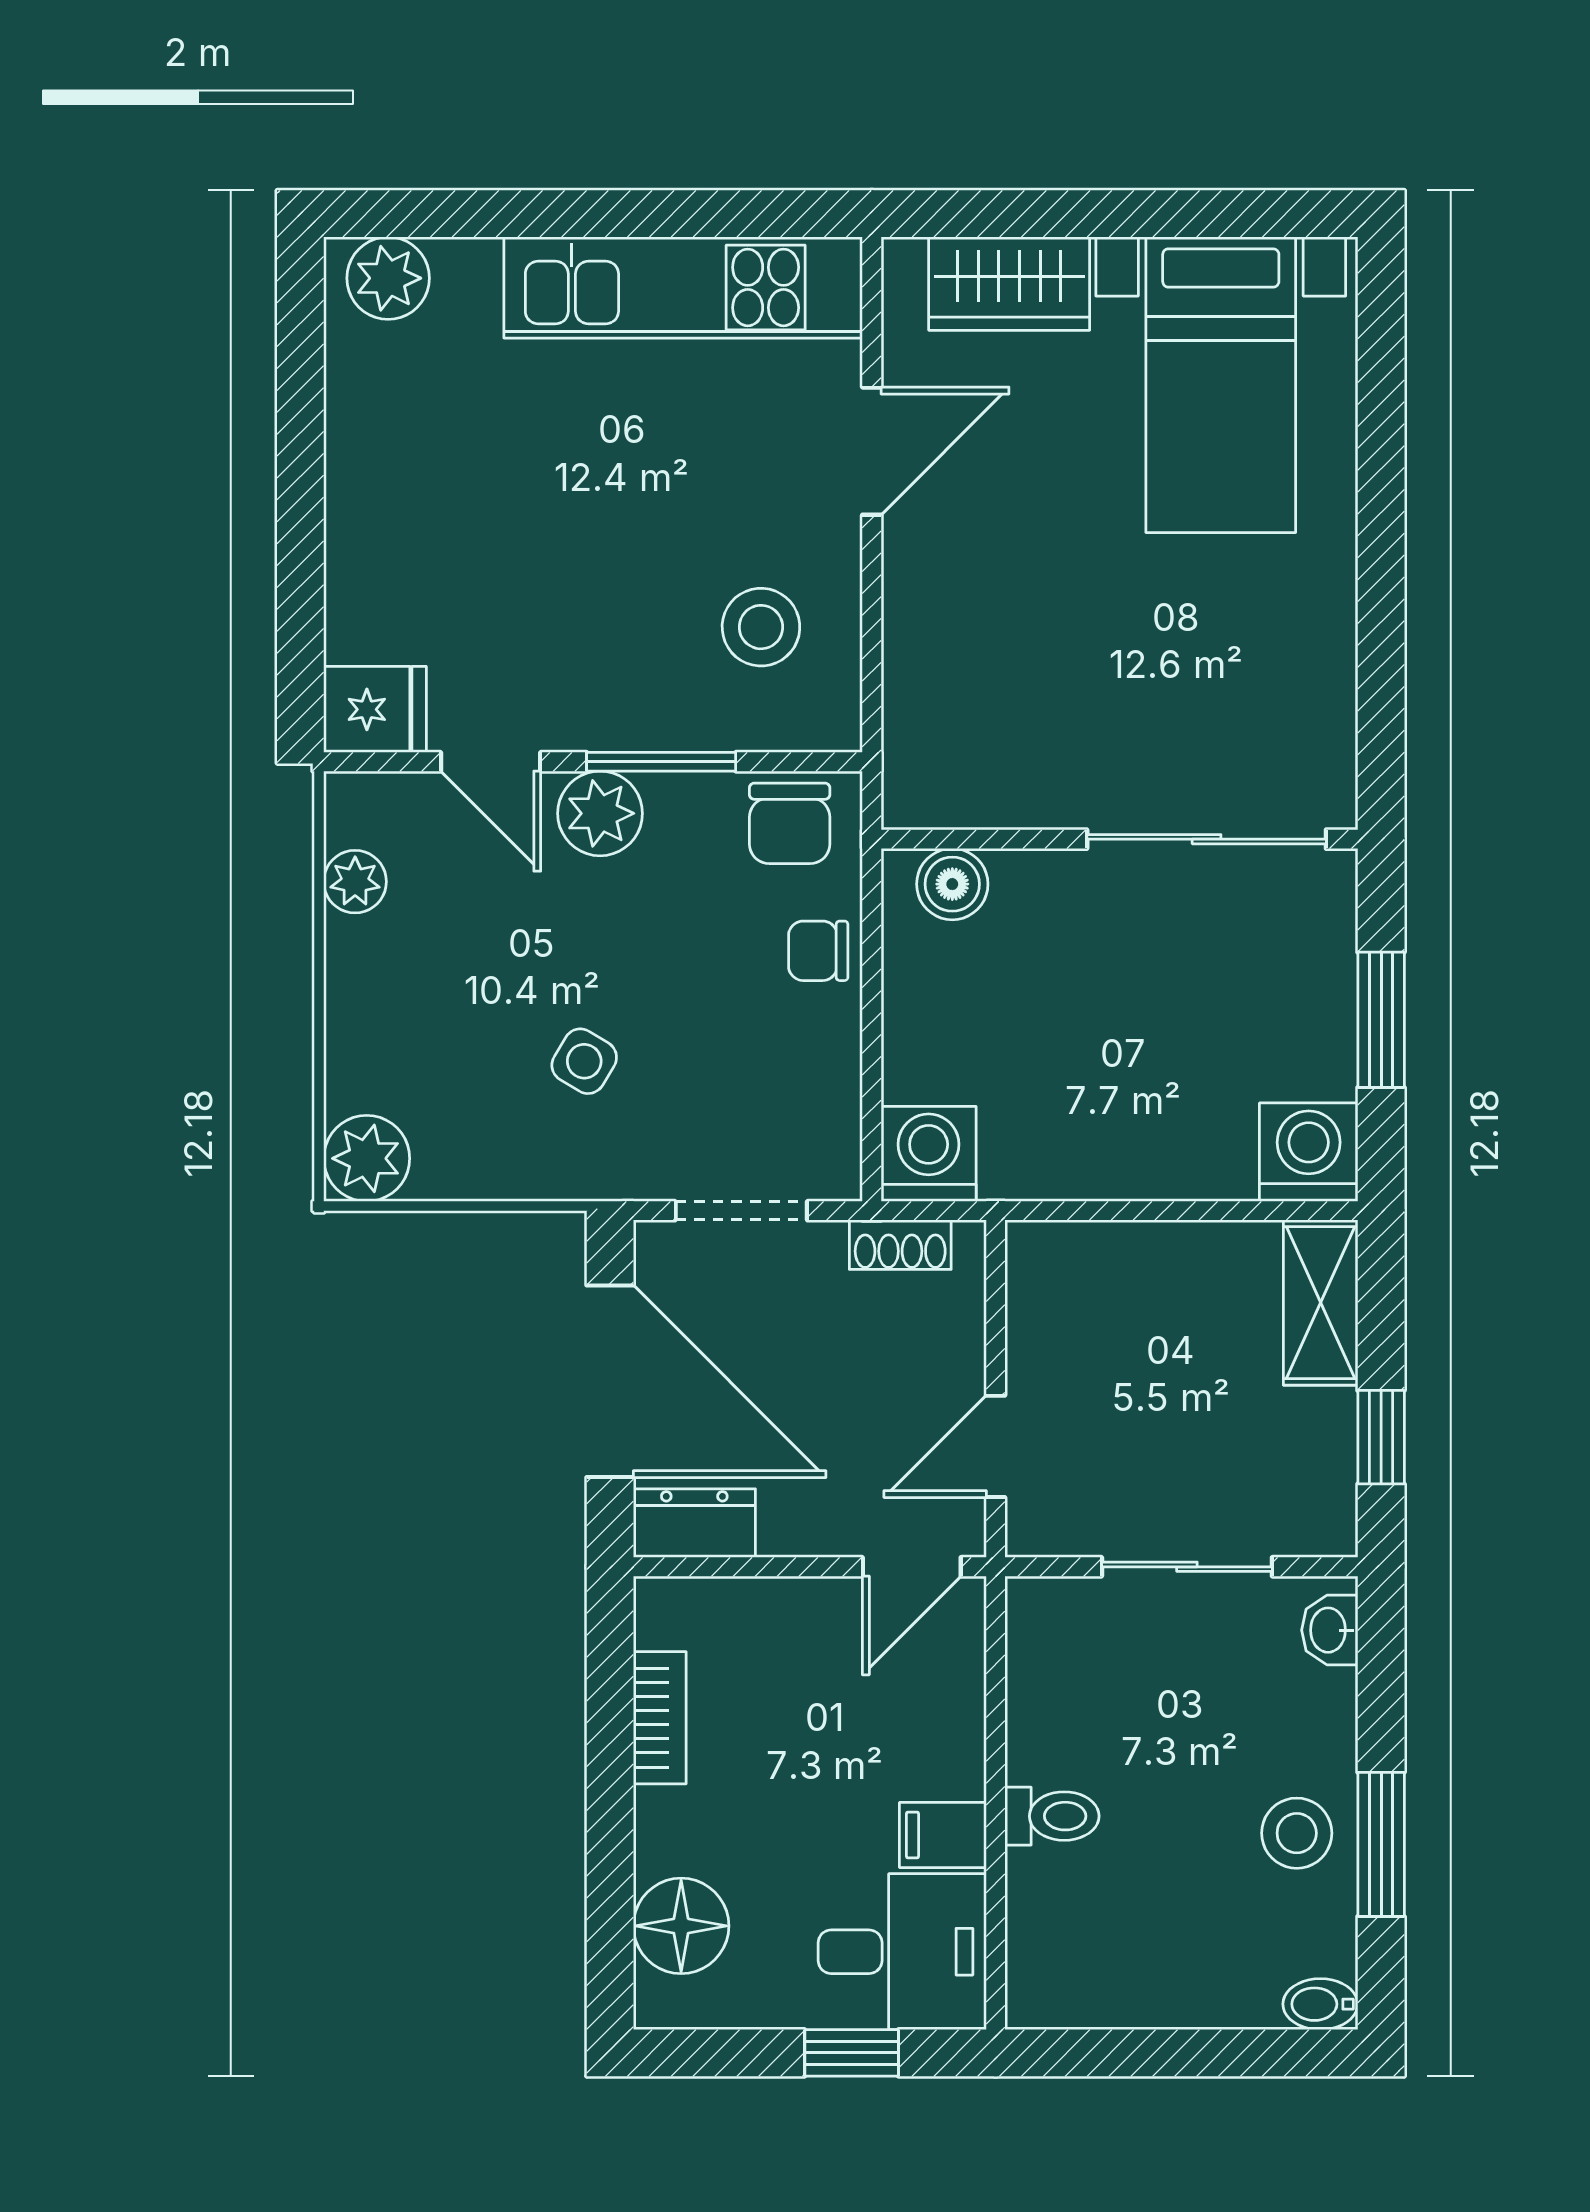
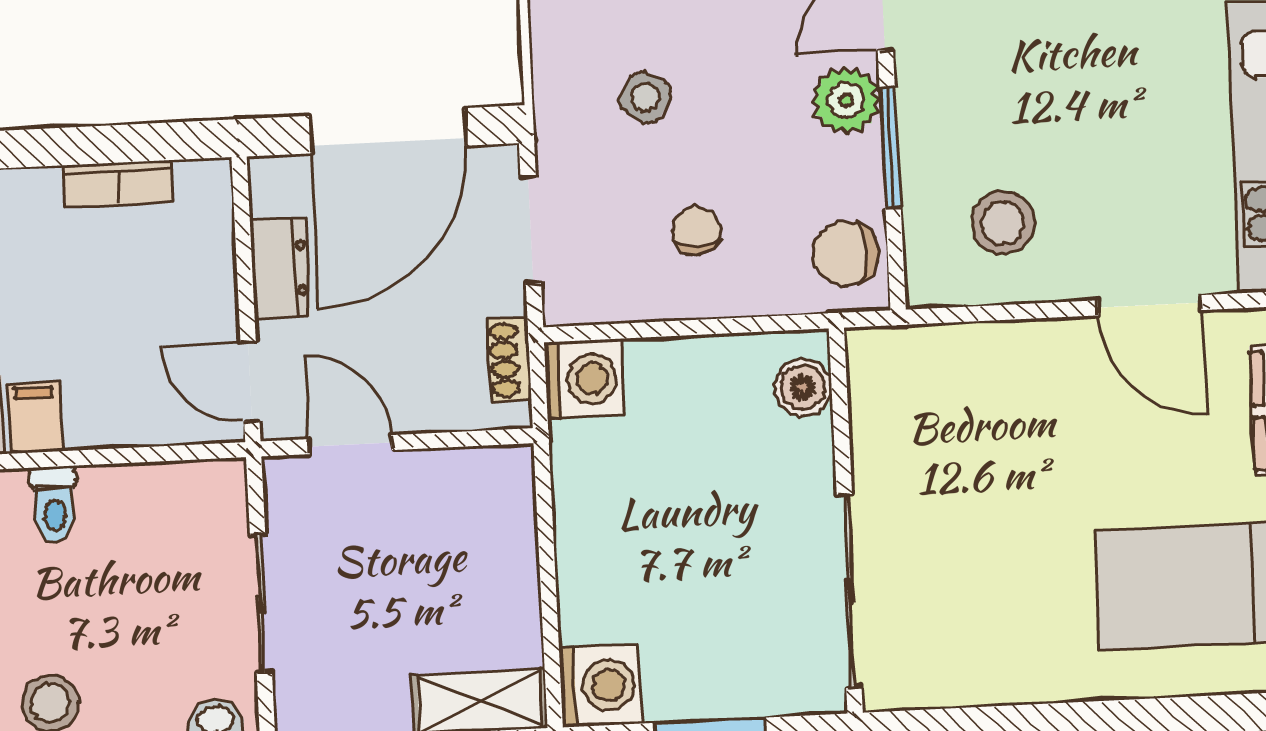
chair: (818, 951) -> (696, 231), moved
dresser: (694, 1523) -> (280, 269), moved

